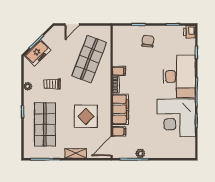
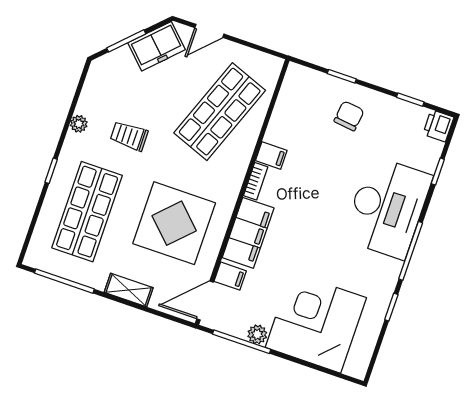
freezer: (38, 53) -> (157, 46), moved
display table: (86, 116) -> (174, 223), width x1.36, depth x1.36
corner desk: (176, 118) -> (316, 323), moved, turned 90

